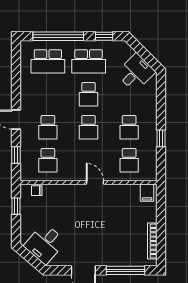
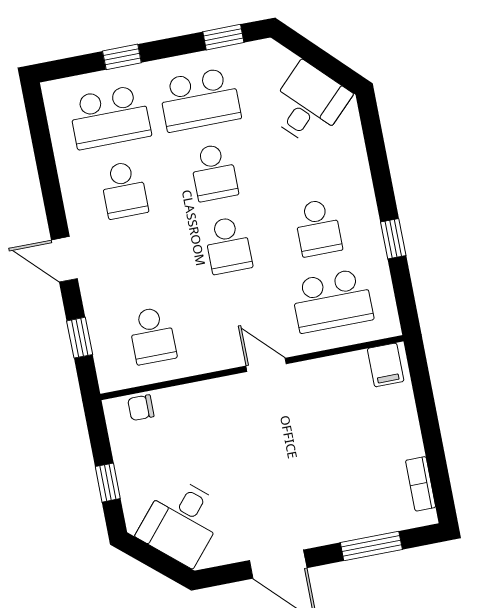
window: (58, 36) -> (122, 57), width x0.32
school desk: (48, 127) -> (124, 190), moved
school desk: (129, 160) -> (332, 301), width x1.85
window: (16, 206) -> (108, 483), moved
bookcase: (152, 241) -> (421, 484), width x0.64
window: (125, 270) -> (371, 546), width x0.69

